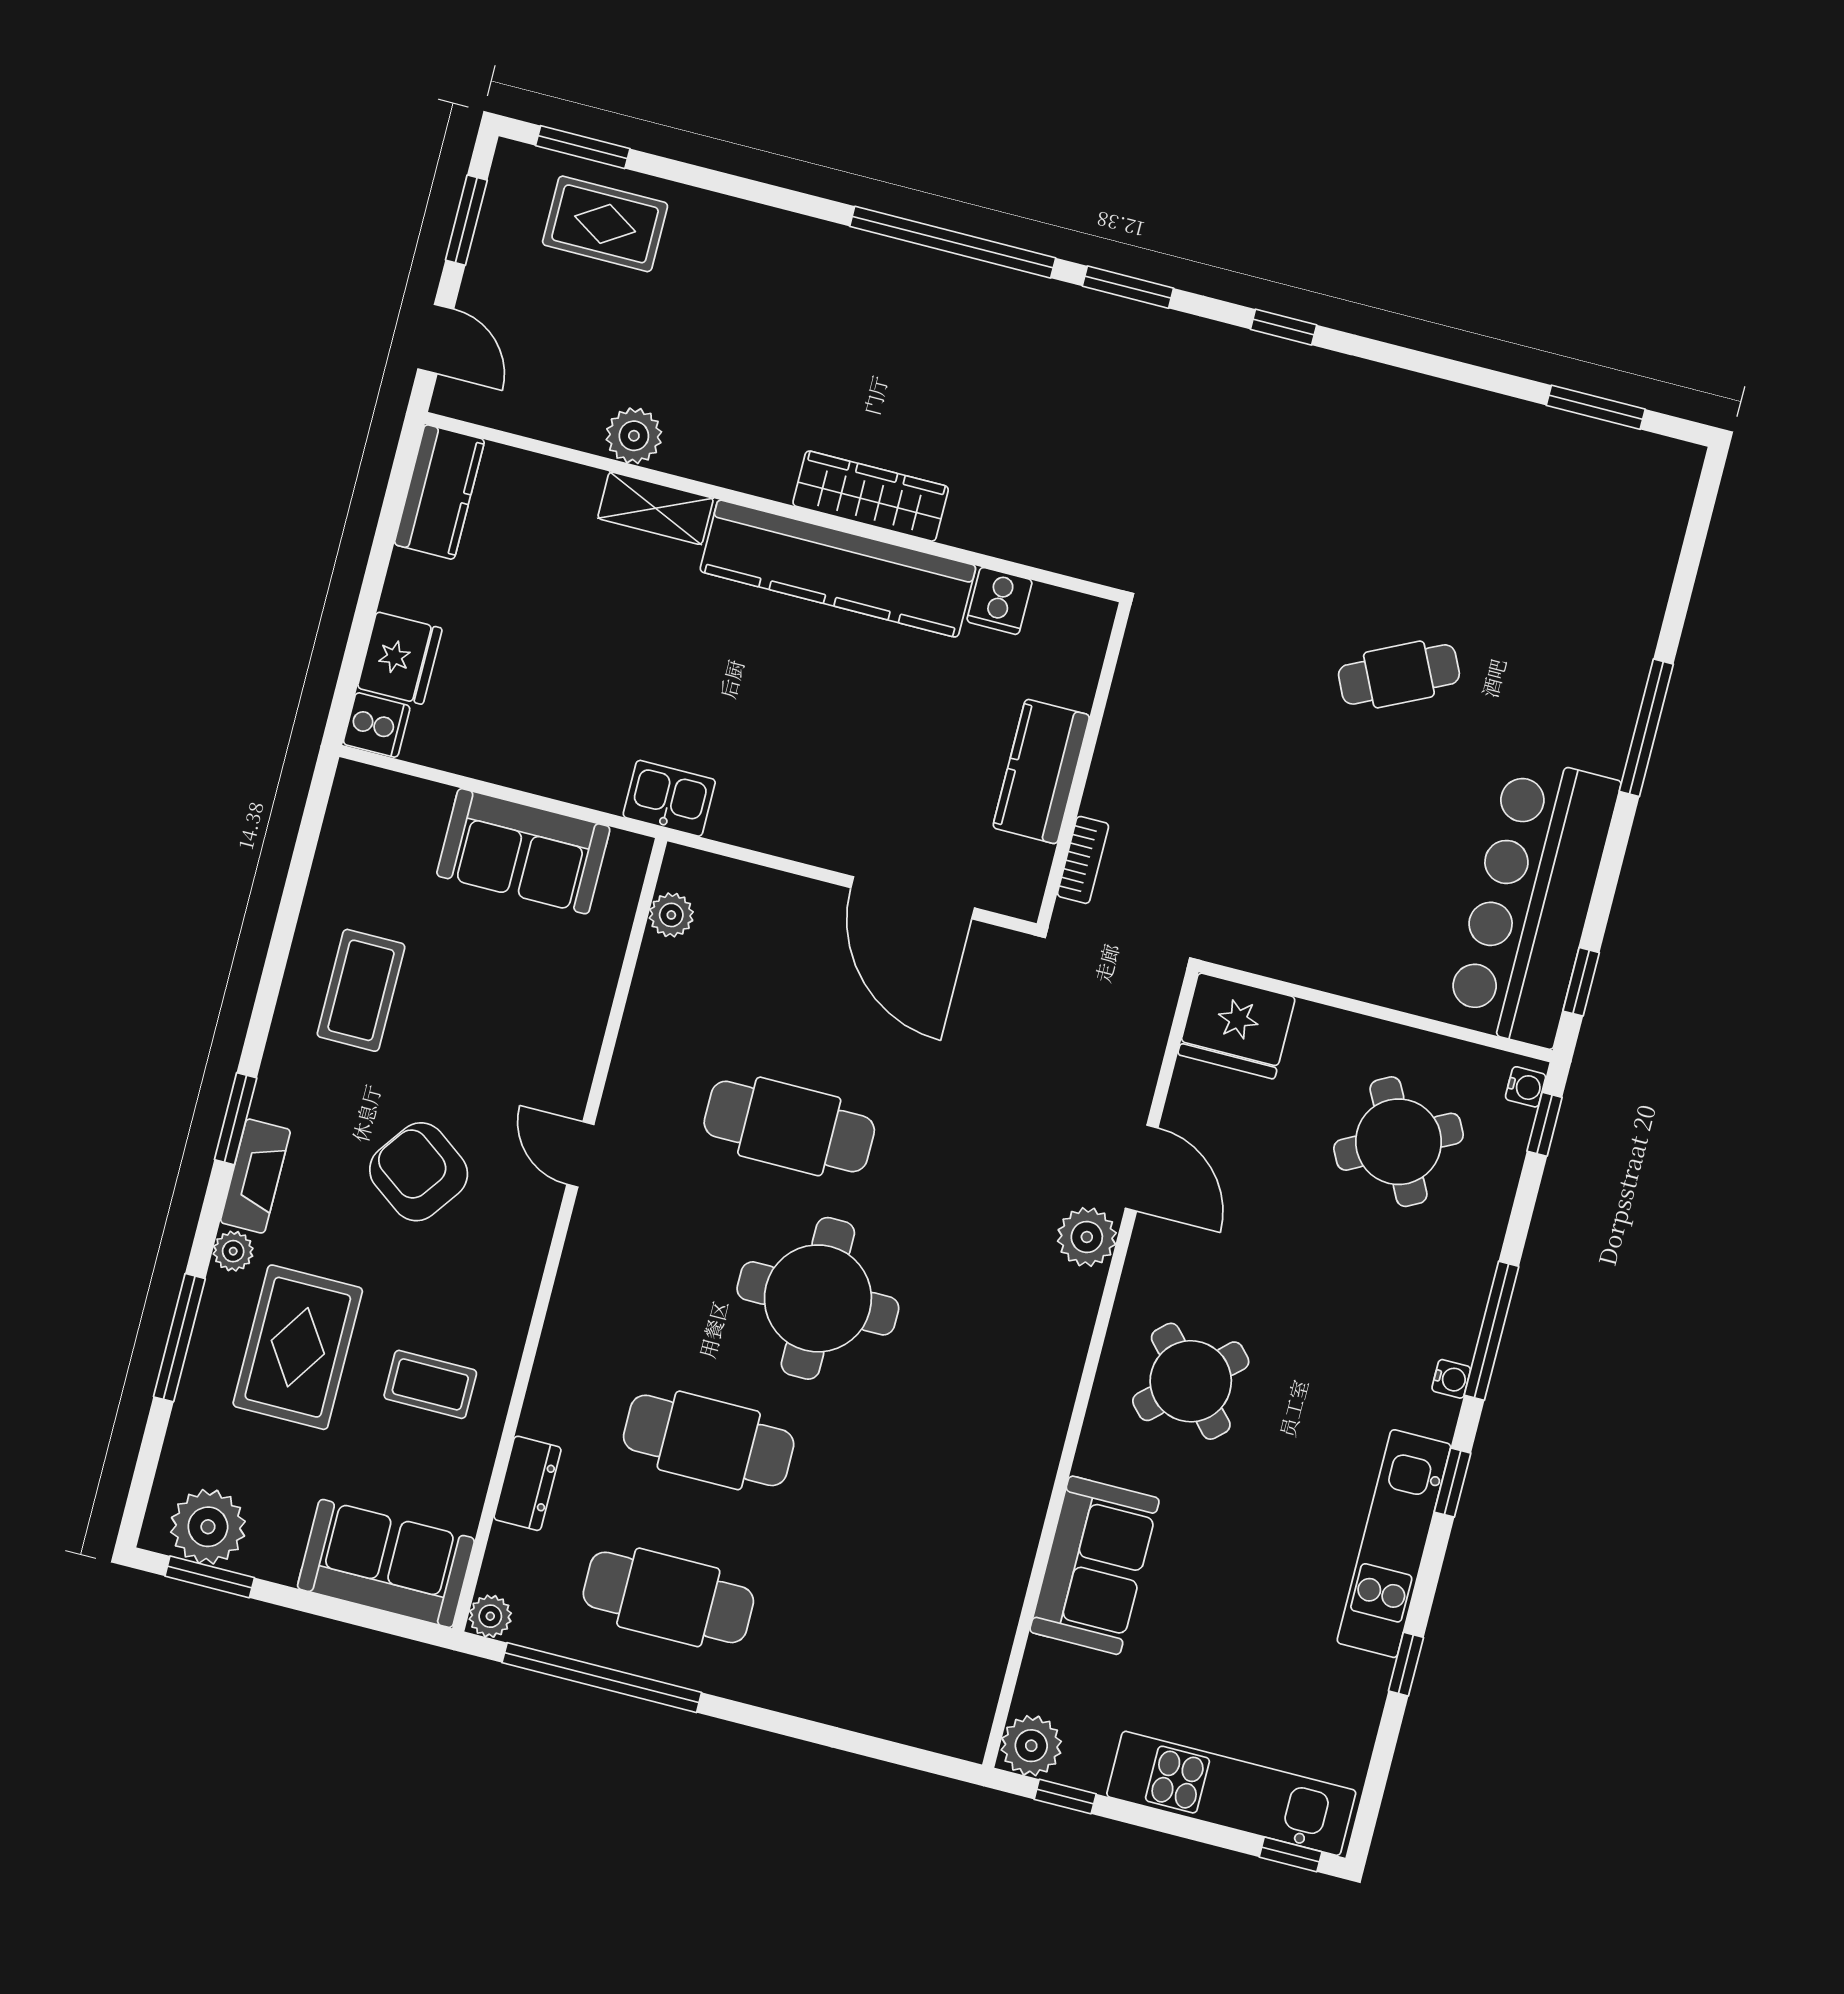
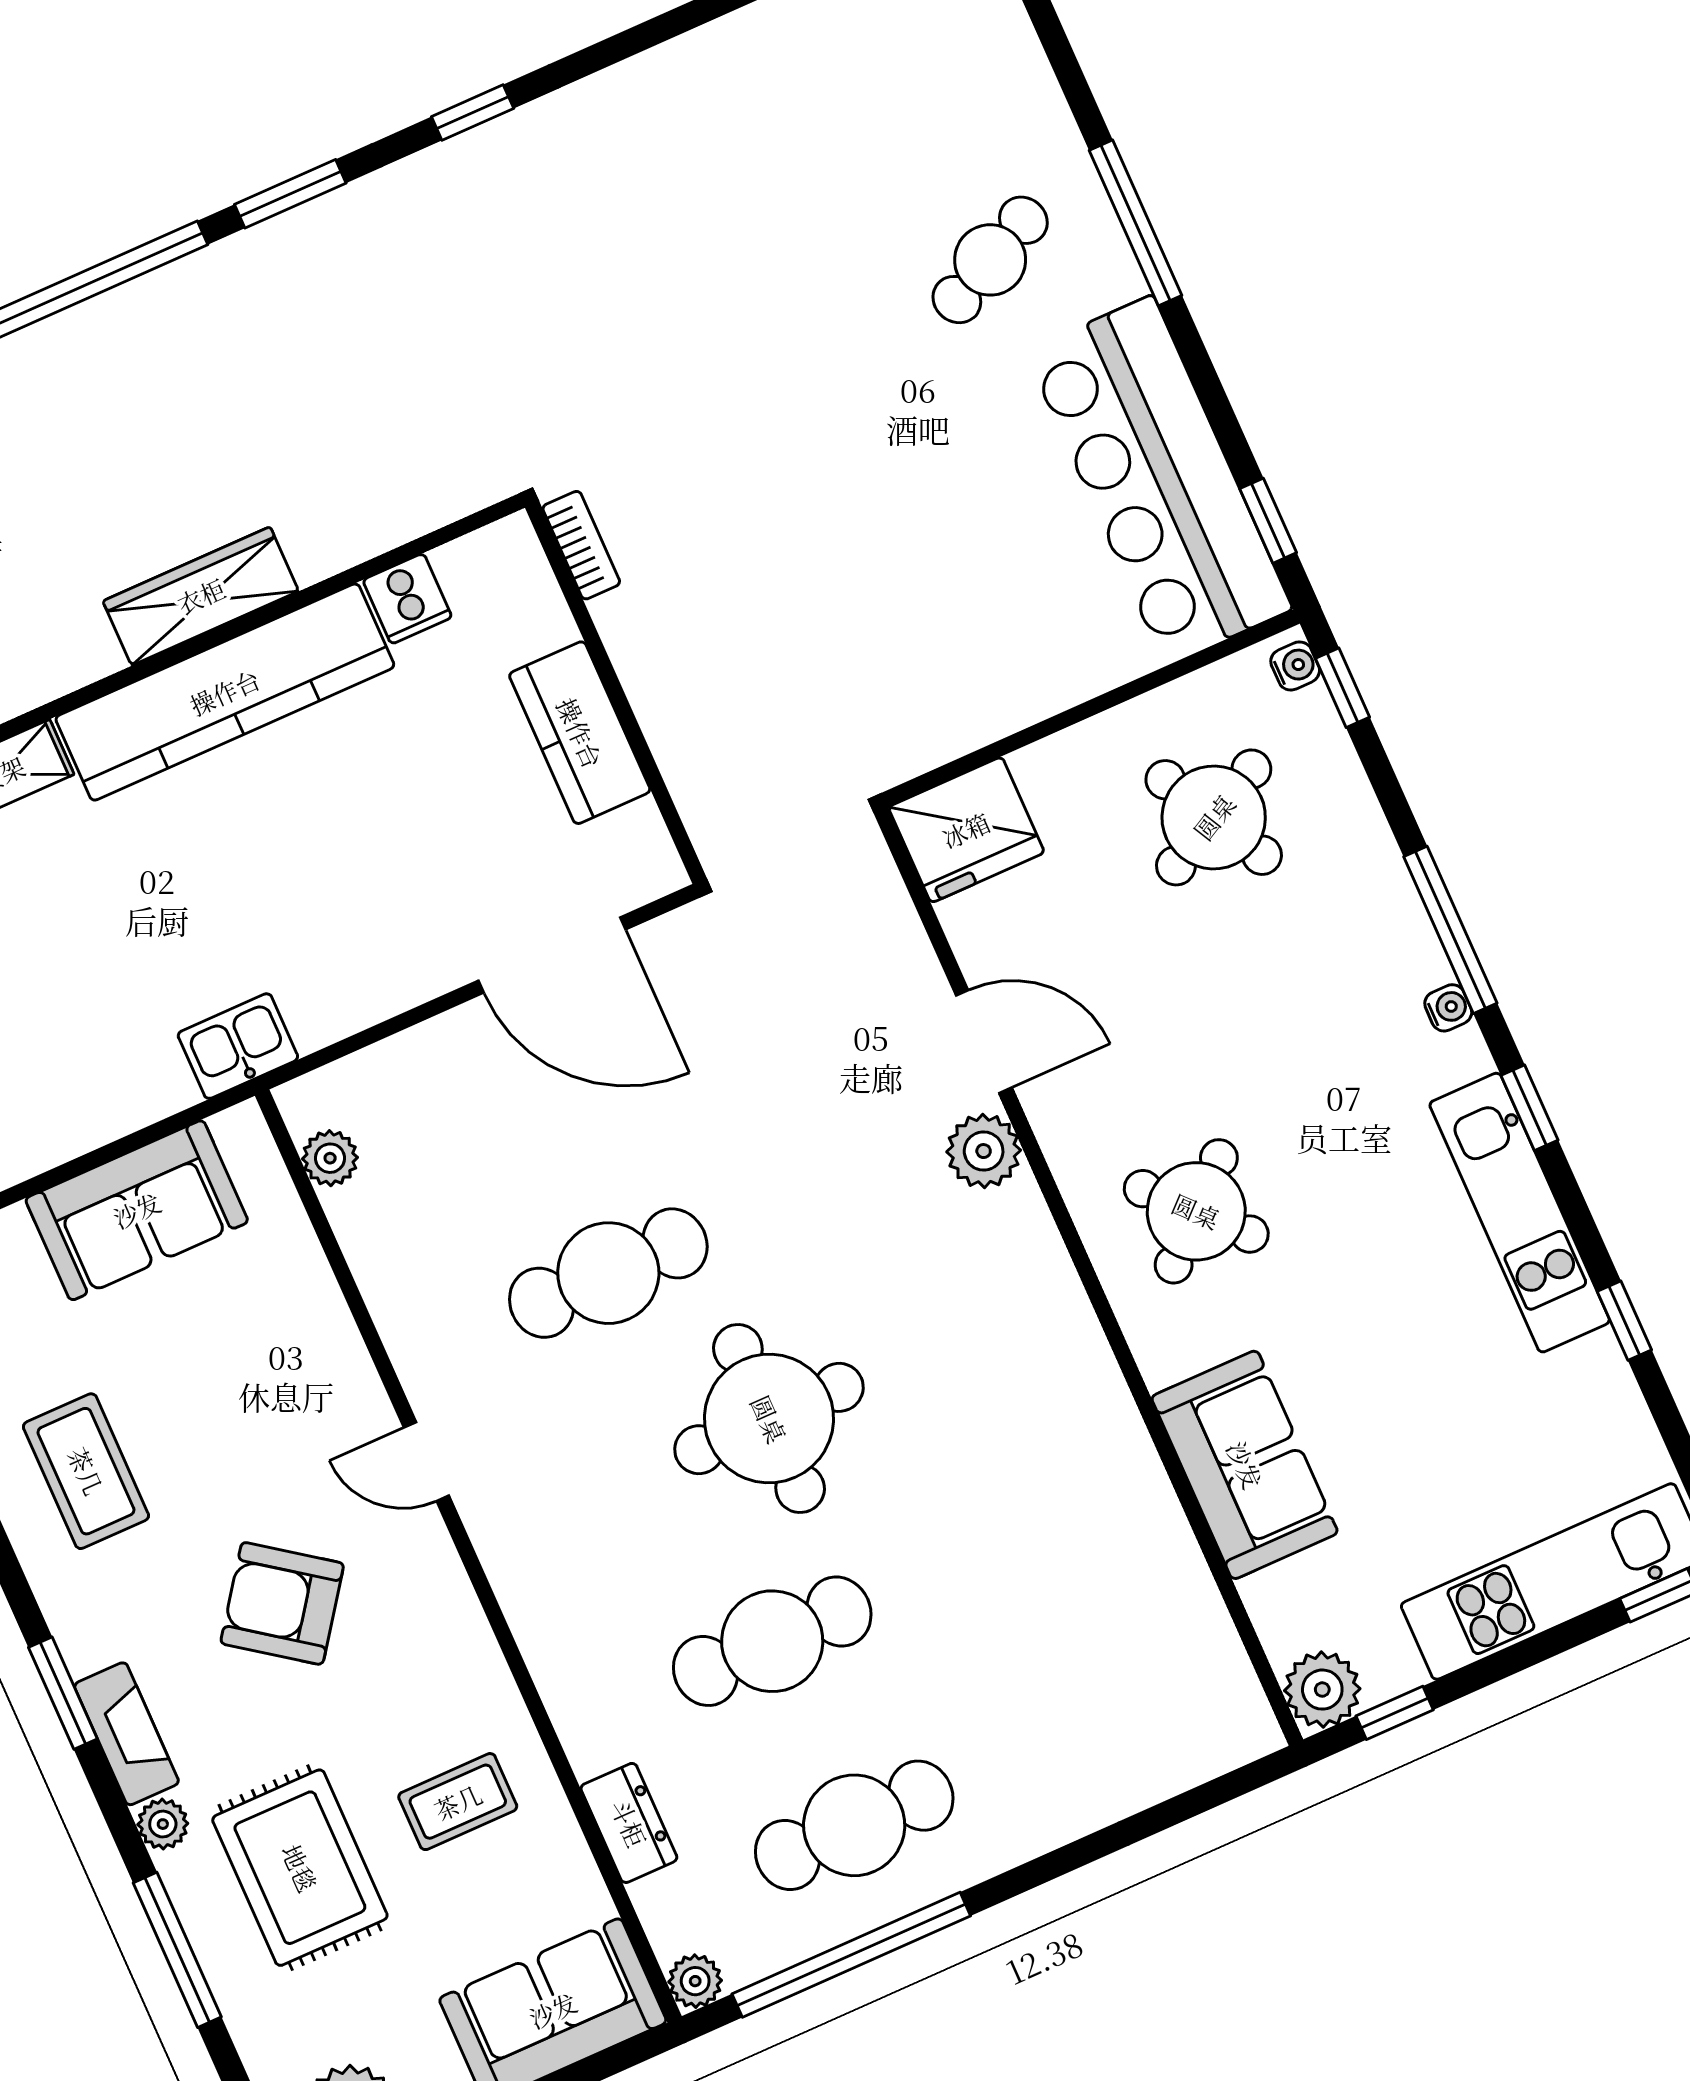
cafe table: (1399, 674) -> (990, 260), moved
bookcase: (1083, 860) -> (581, 545), moved

